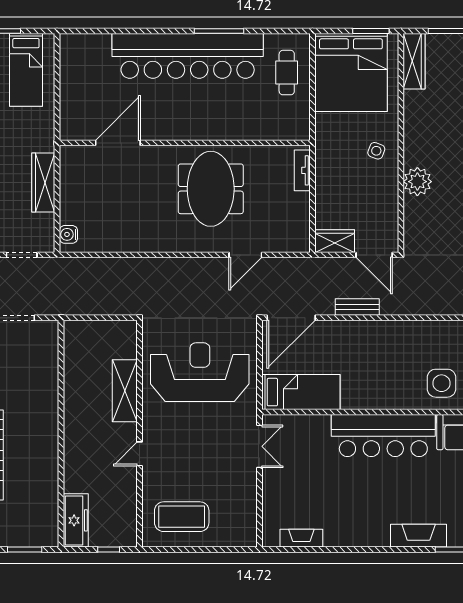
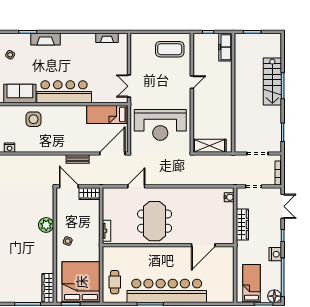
shelving: (125, 391) -> (209, 146), moved, turned 90

